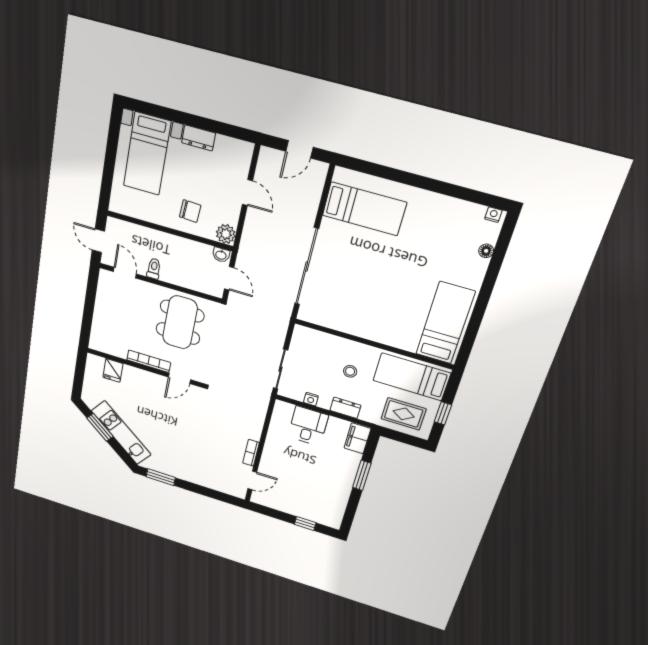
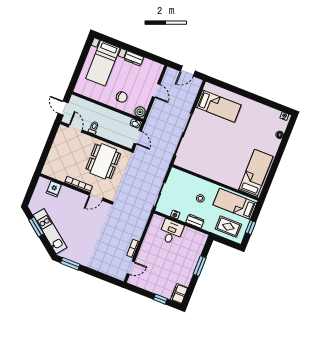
filing cabinet: (357, 438) -> (179, 294), moved

